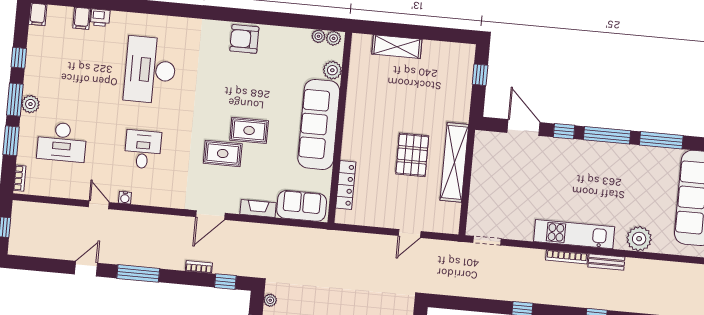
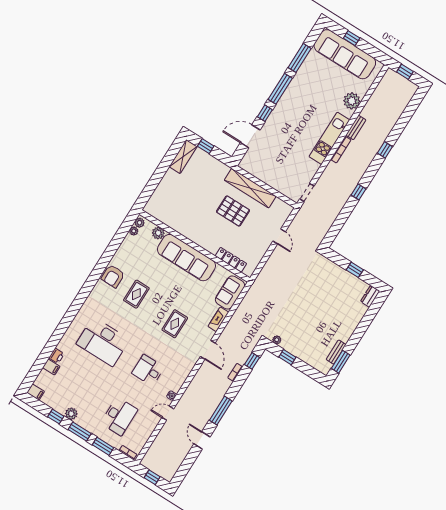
shelving: (397, 47) -> (183, 157), moved
plant: (30, 104) -> (71, 414), moved
rug: (249, 130) -> (136, 294), moved

